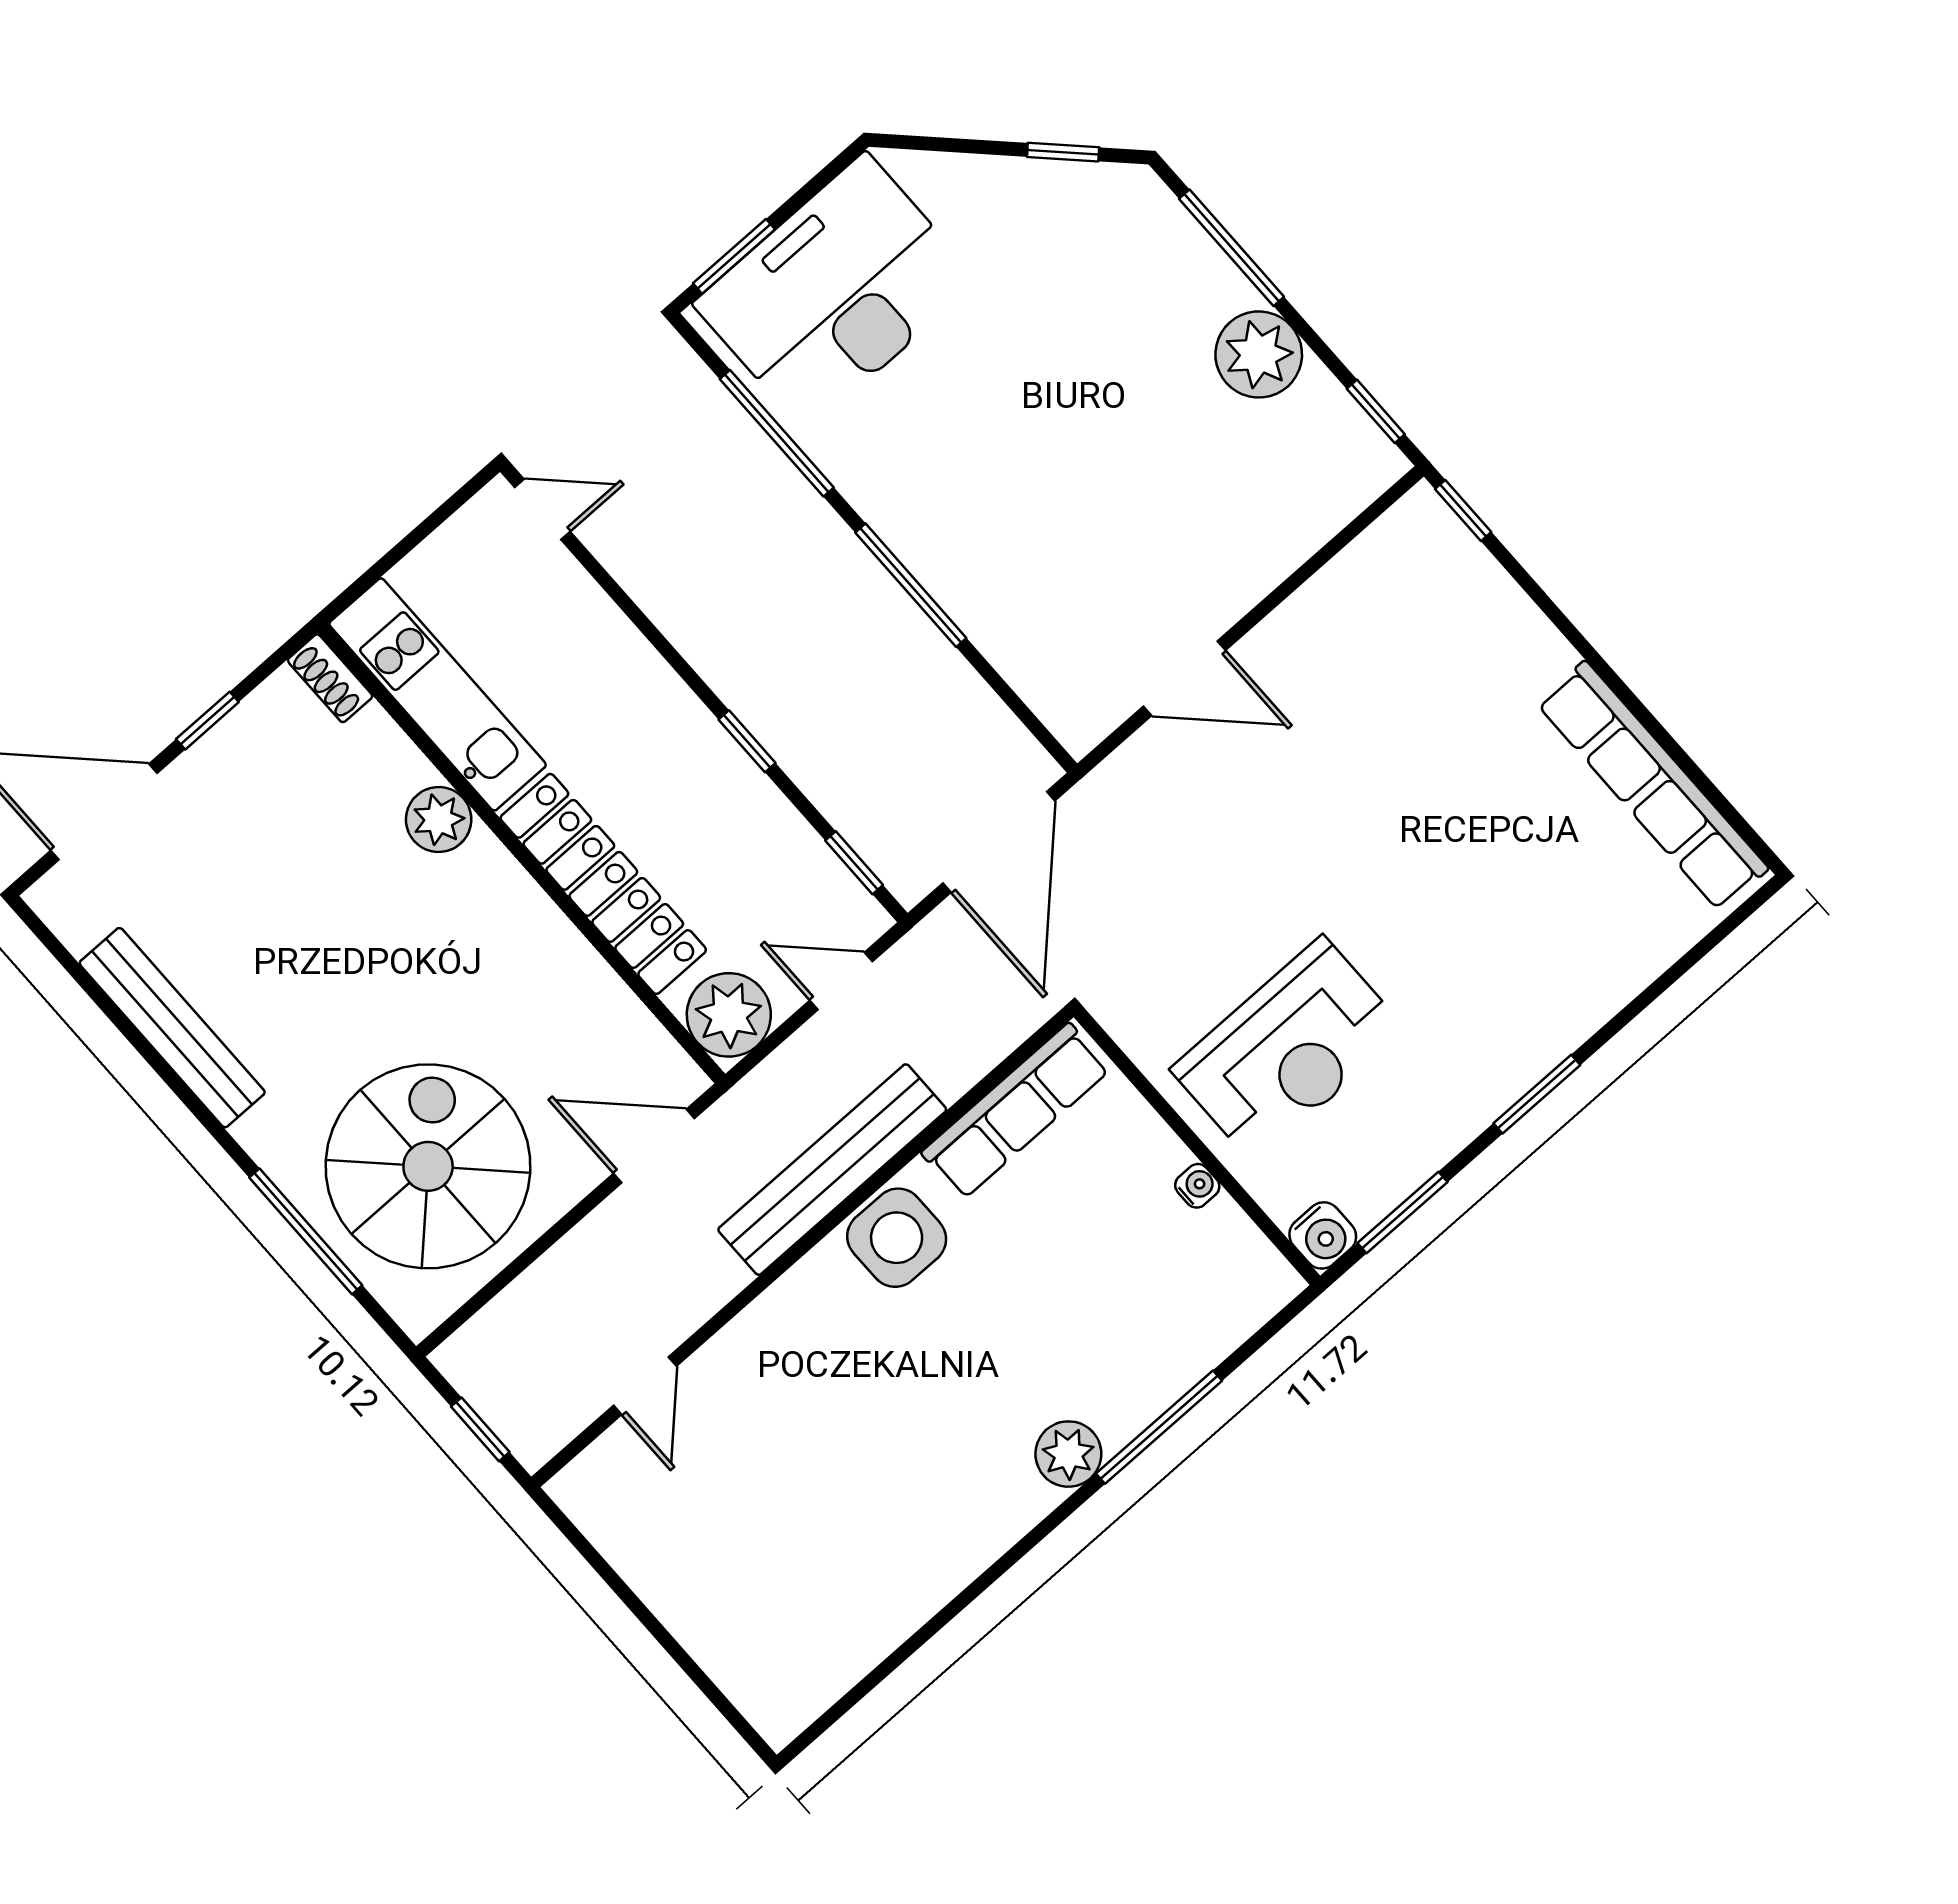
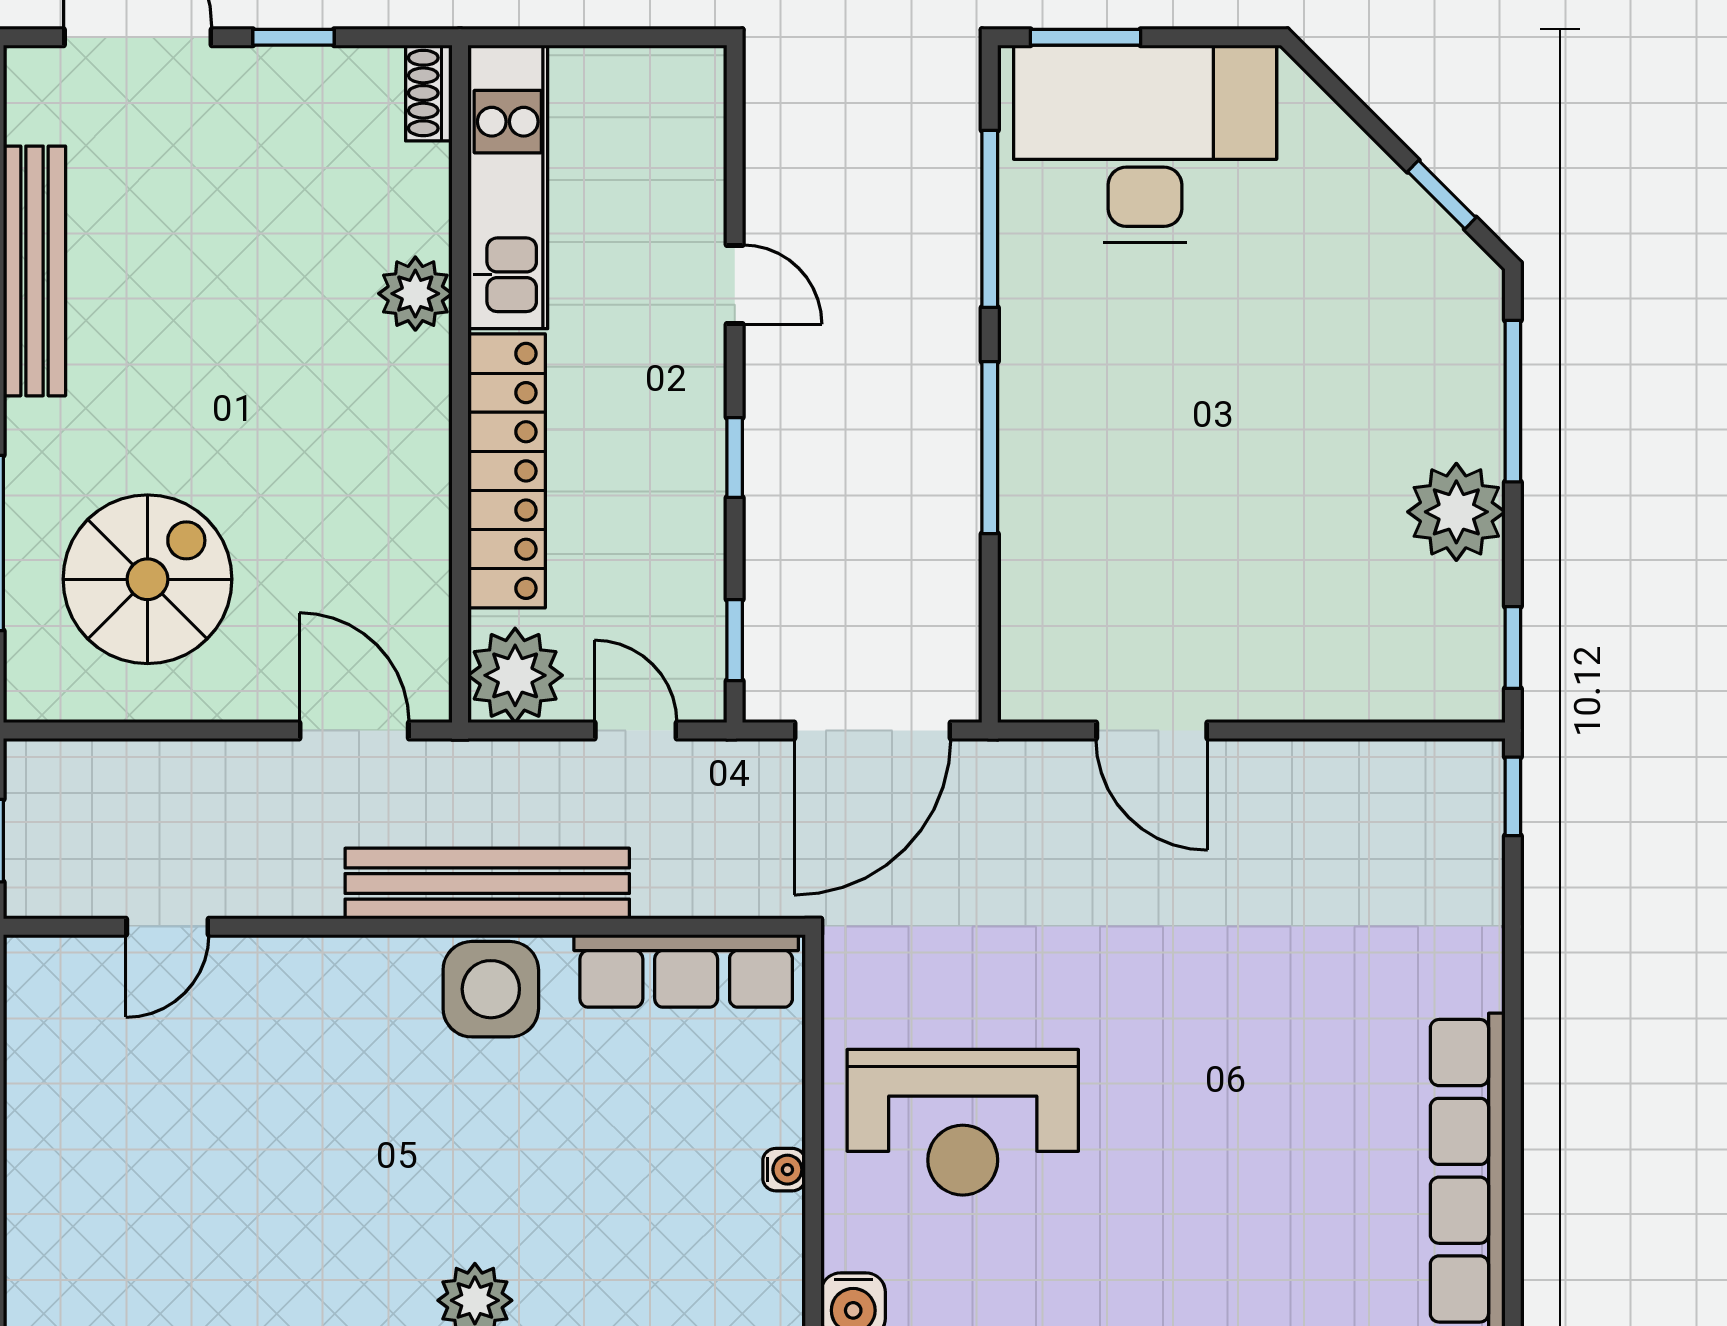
door: (542, 509) -> (735, 284), moved
spiral stairs: (428, 1166) -> (147, 579), width x0.73, depth x0.73

